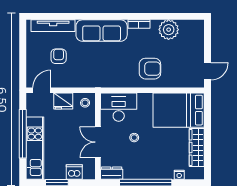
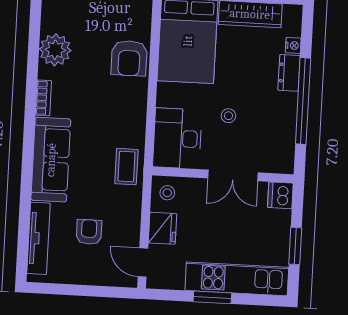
armchair: (59, 56) -> (89, 232), turned 90
armchair: (150, 69) -> (129, 58), moved, turned 180
coffee table: (100, 77) -> (126, 167), added
window: (23, 134) -> (212, 297), width x0.47
dishwasher: (74, 172) -> (280, 195), moved
dresser: (112, 173) -> (289, 73), moved

